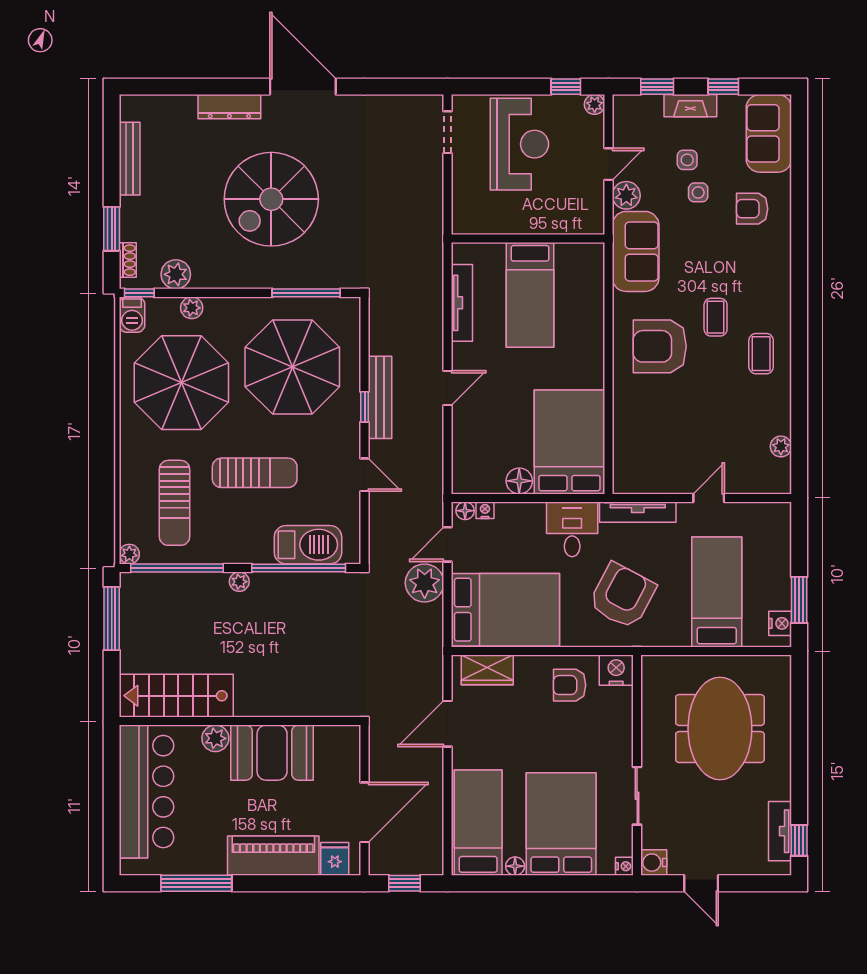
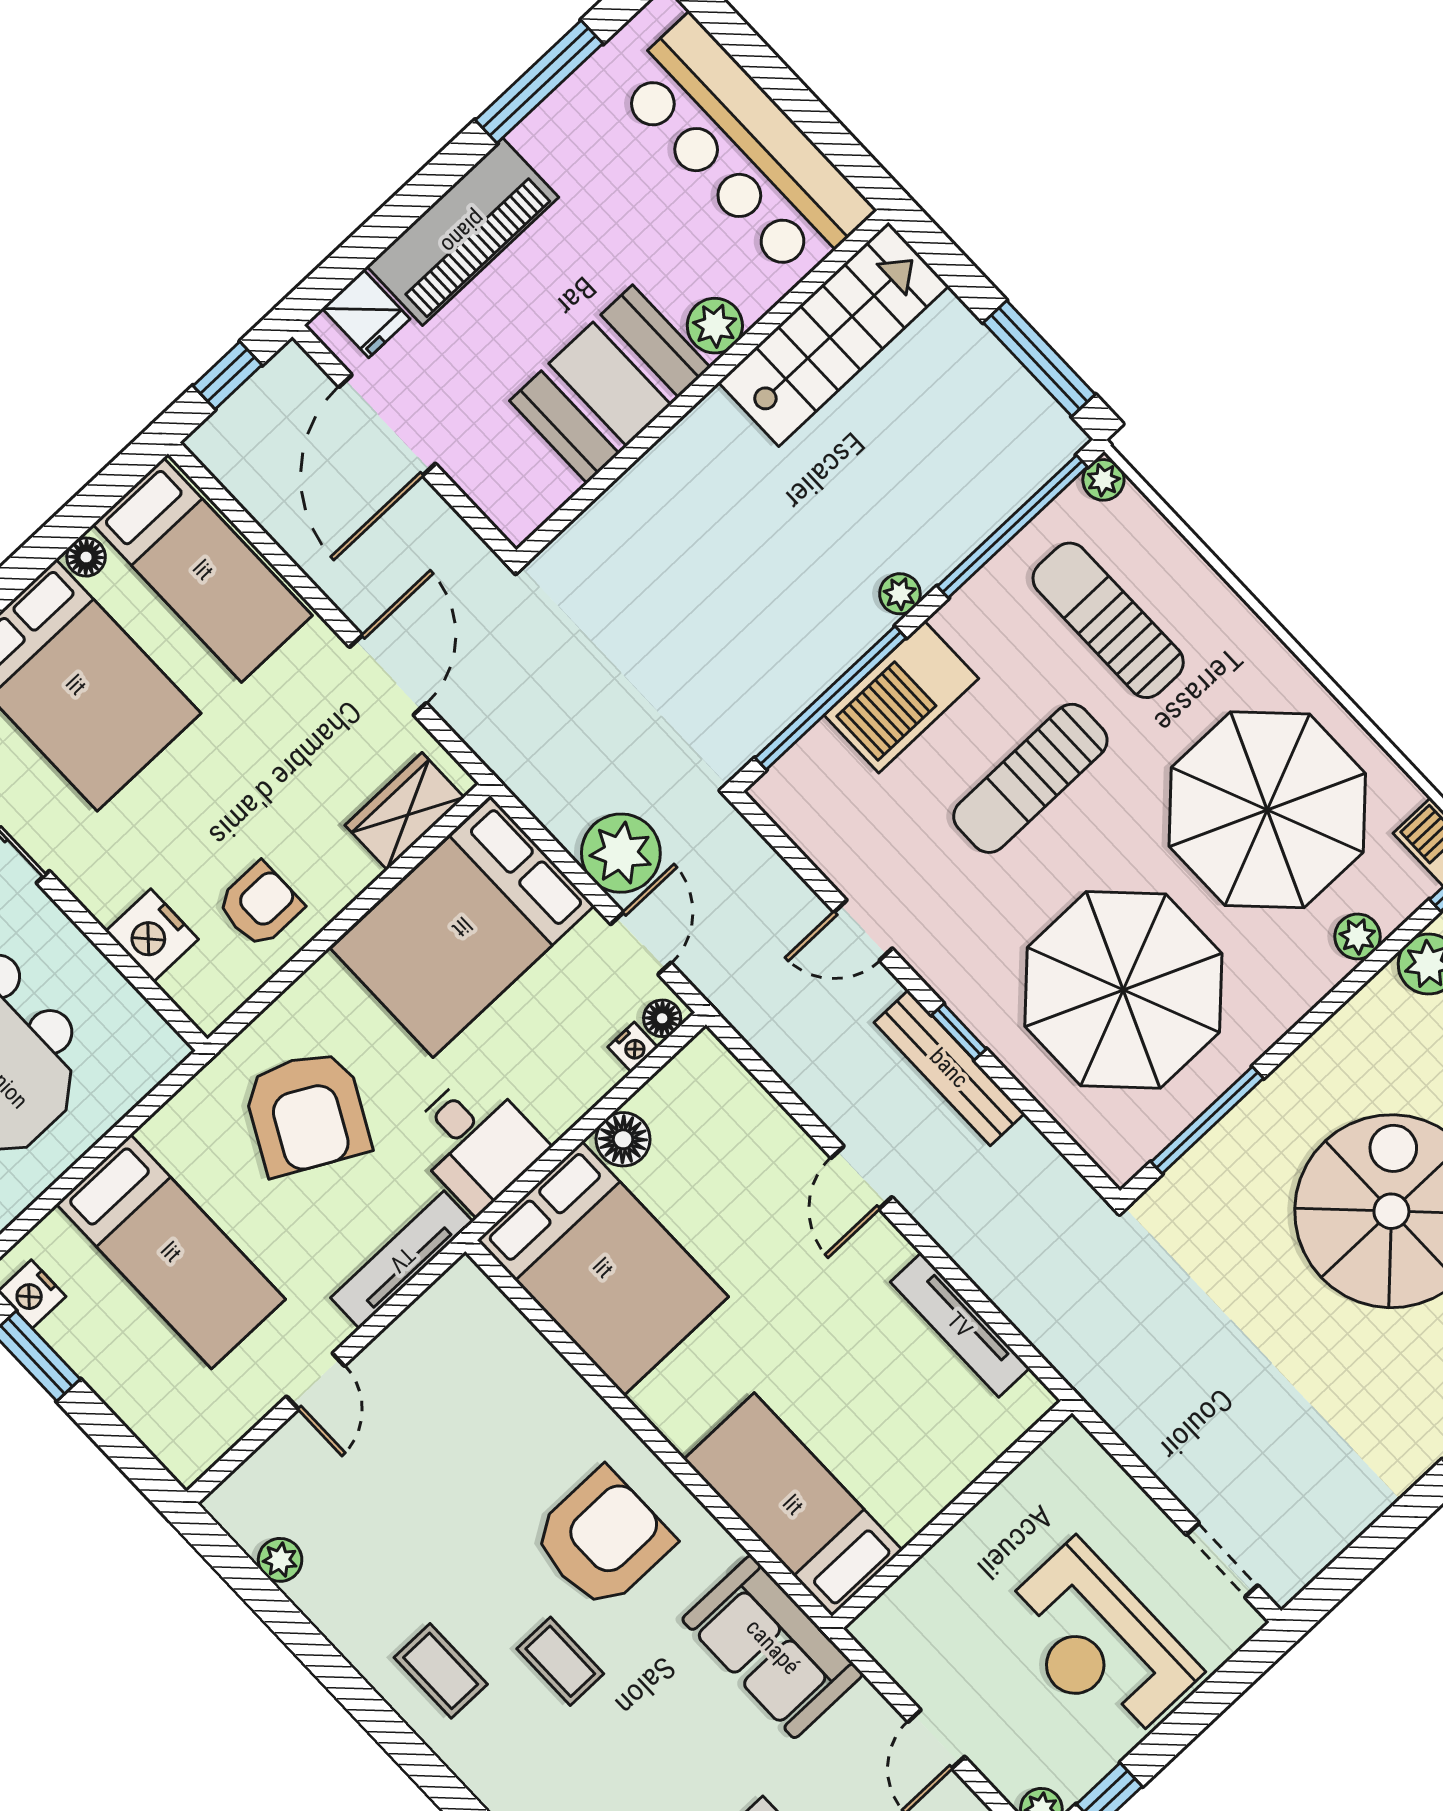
plant: (626, 195) -> (866, 1718), removed
bed: (530, 295) -> (793, 1505), moved
barbecue: (308, 545) -> (901, 697), moved
nightstand: (616, 670) -> (152, 935), moved, turned 90

